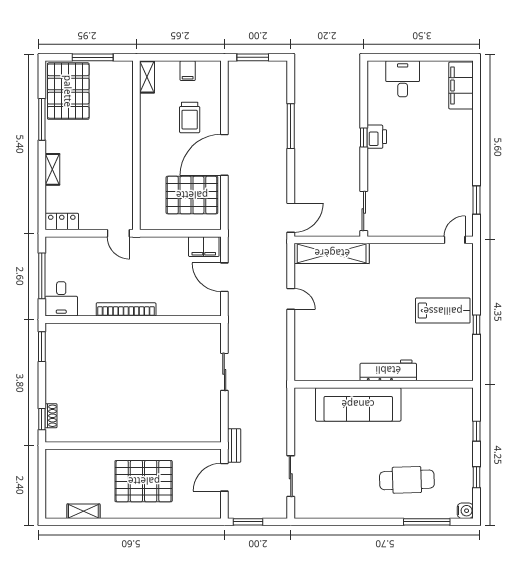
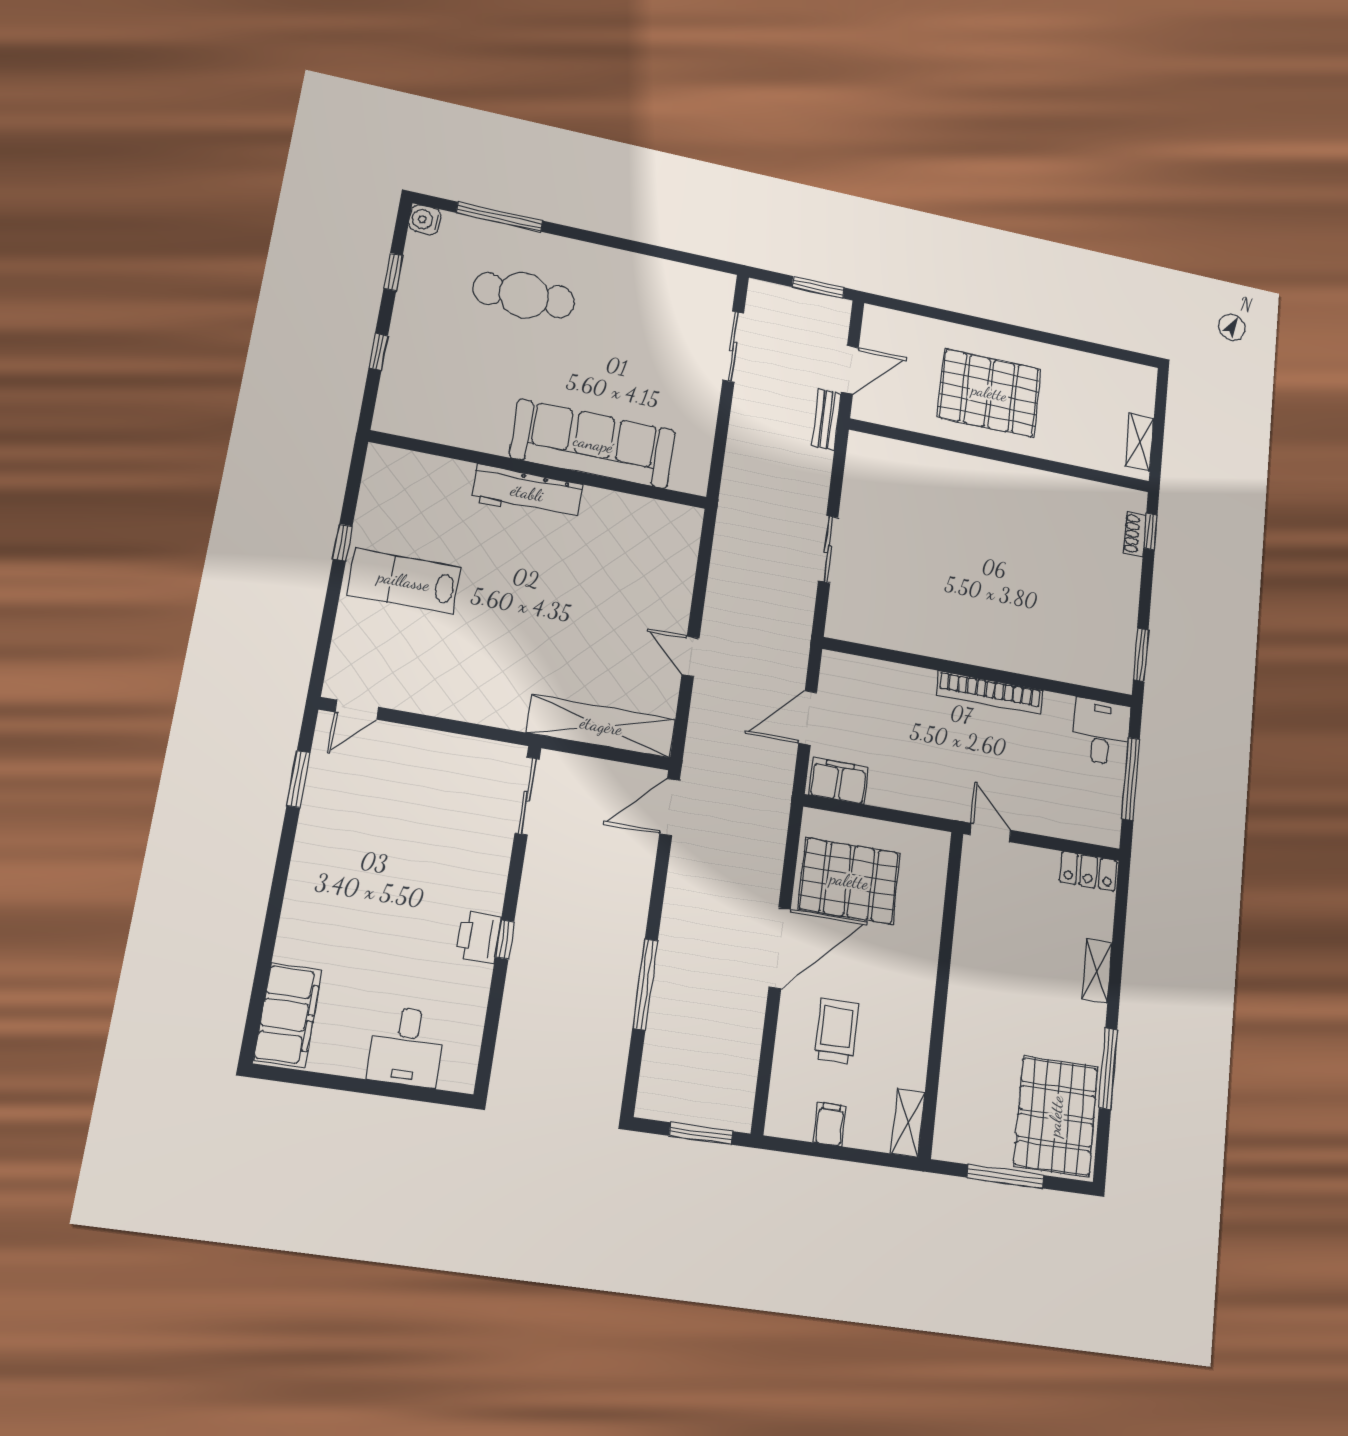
door: (224, 277) -> (808, 718), swing flipped
shelving: (83, 511) -> (1140, 442), moved, turned 90

